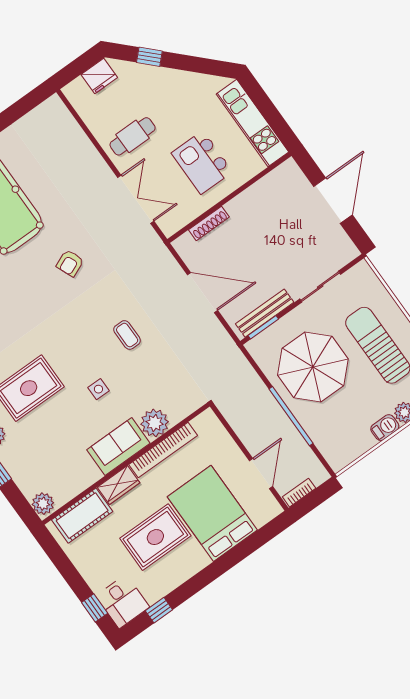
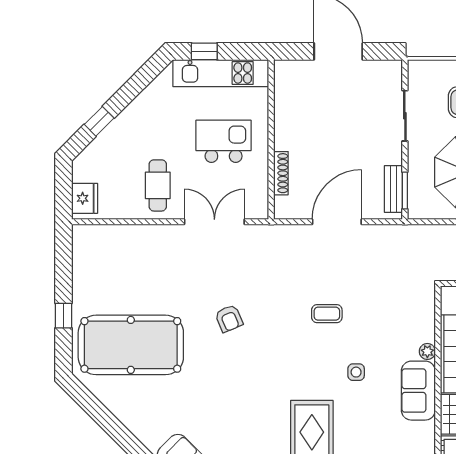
fridge: (99, 76) -> (85, 198), moved
window: (260, 99) -> (204, 51), added
kitchen island: (202, 162) -> (224, 141), turned 180
bench: (265, 313) -> (393, 189), width x0.73
plant: (155, 423) -> (427, 351), width x0.53, depth x0.53

